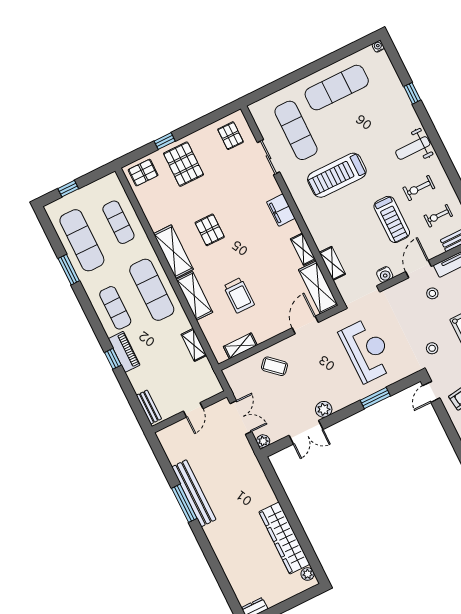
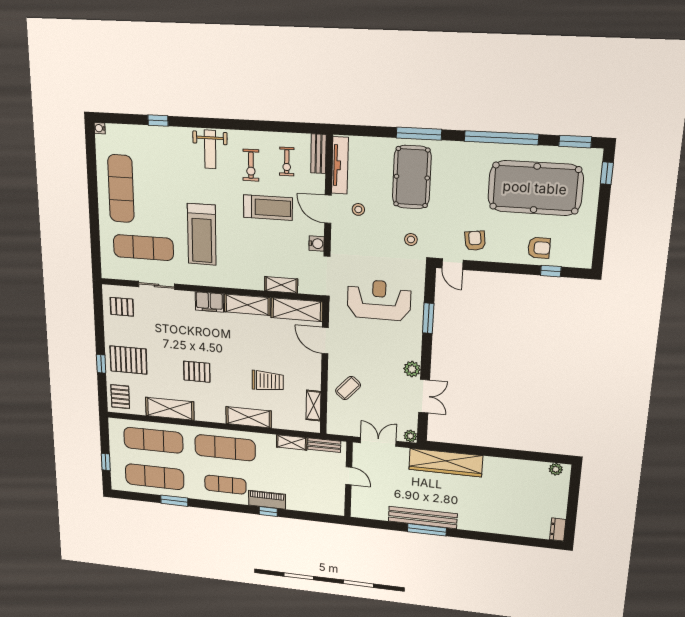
exercise mat: (118, 222) -> (153, 440), width x1.36, depth x1.45
shelving: (303, 249) -> (247, 305), width x1.50, depth x1.33
shelving: (173, 252) -> (170, 409), moved
bench: (149, 407) -> (324, 445), moved
wardrobe: (284, 538) -> (446, 463), moved

